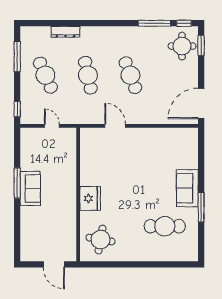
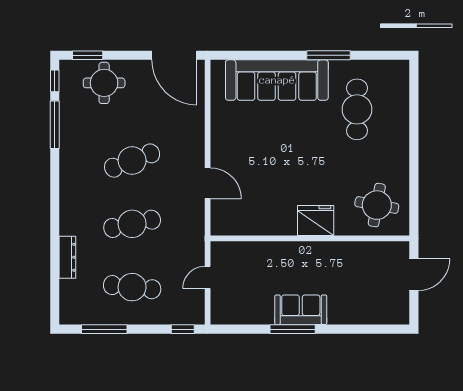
round table: (182, 46) -> (104, 83), moved
cafe table: (45, 75) -> (132, 287), turned 30
door: (115, 126) -> (208, 183), swing flipped
sofa: (187, 188) -> (277, 80), width x1.85, depth x1.27

